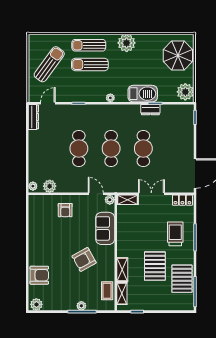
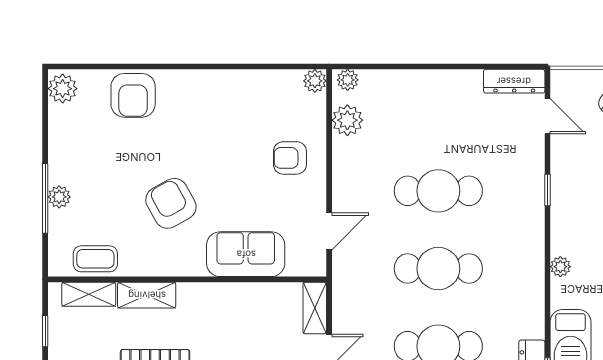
plant: (110, 200) -> (315, 81), moved

